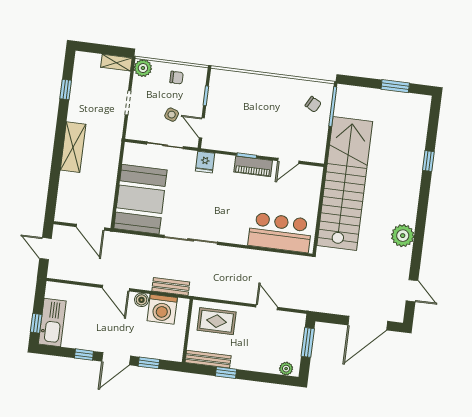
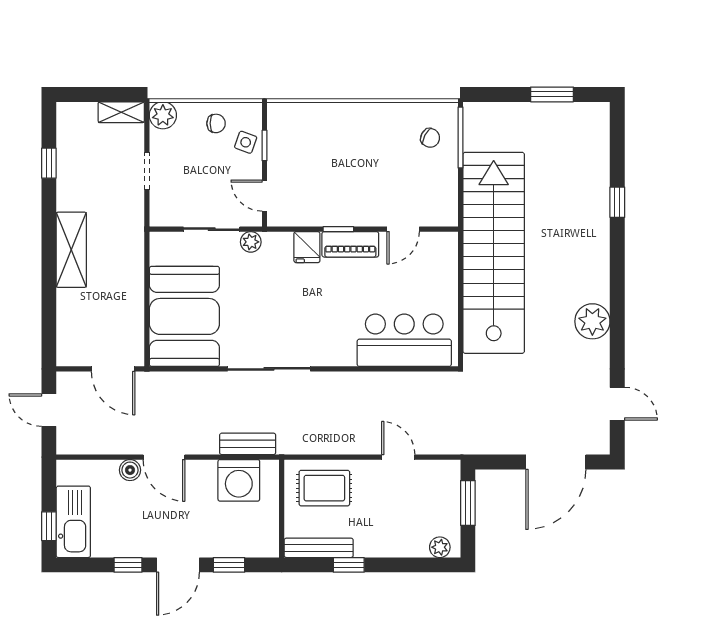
side table: (172, 115) -> (246, 142), moved
plant: (189, 157) -> (251, 242), added
fridge: (205, 162) -> (307, 247), moved
boiler: (141, 300) -> (130, 470), moved

